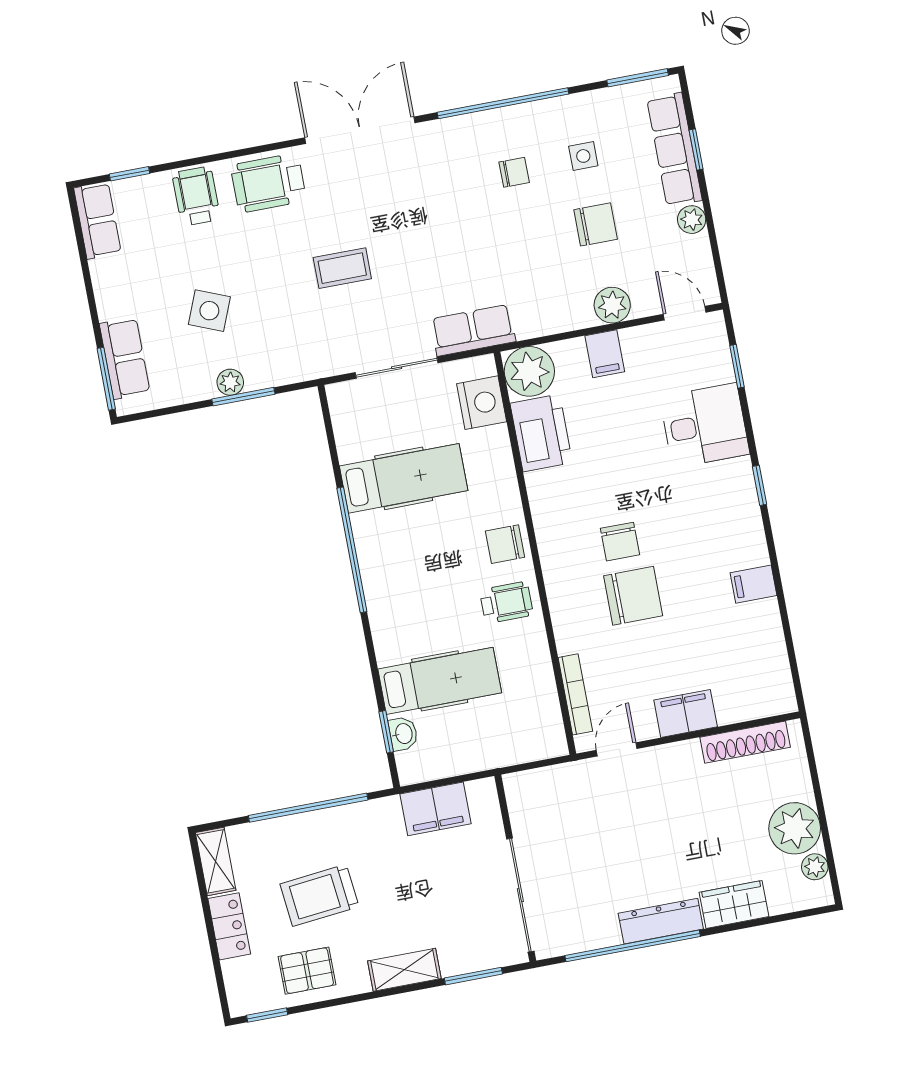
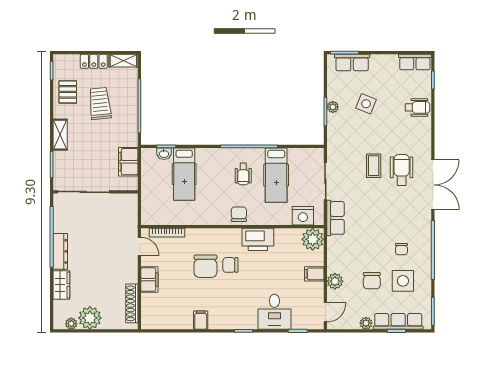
side table: (583, 156) -> (403, 281), width x1.87, depth x1.87
wheelchair: (268, 183) -> (402, 170), moved
printer: (541, 433) -> (258, 239), moved
wheelchair: (506, 602) -> (243, 174), moved

